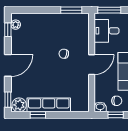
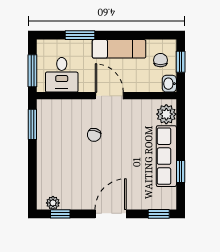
door: (8, 65) -> (111, 214), hinge flipped
plant: (19, 105) -> (166, 114), moved

